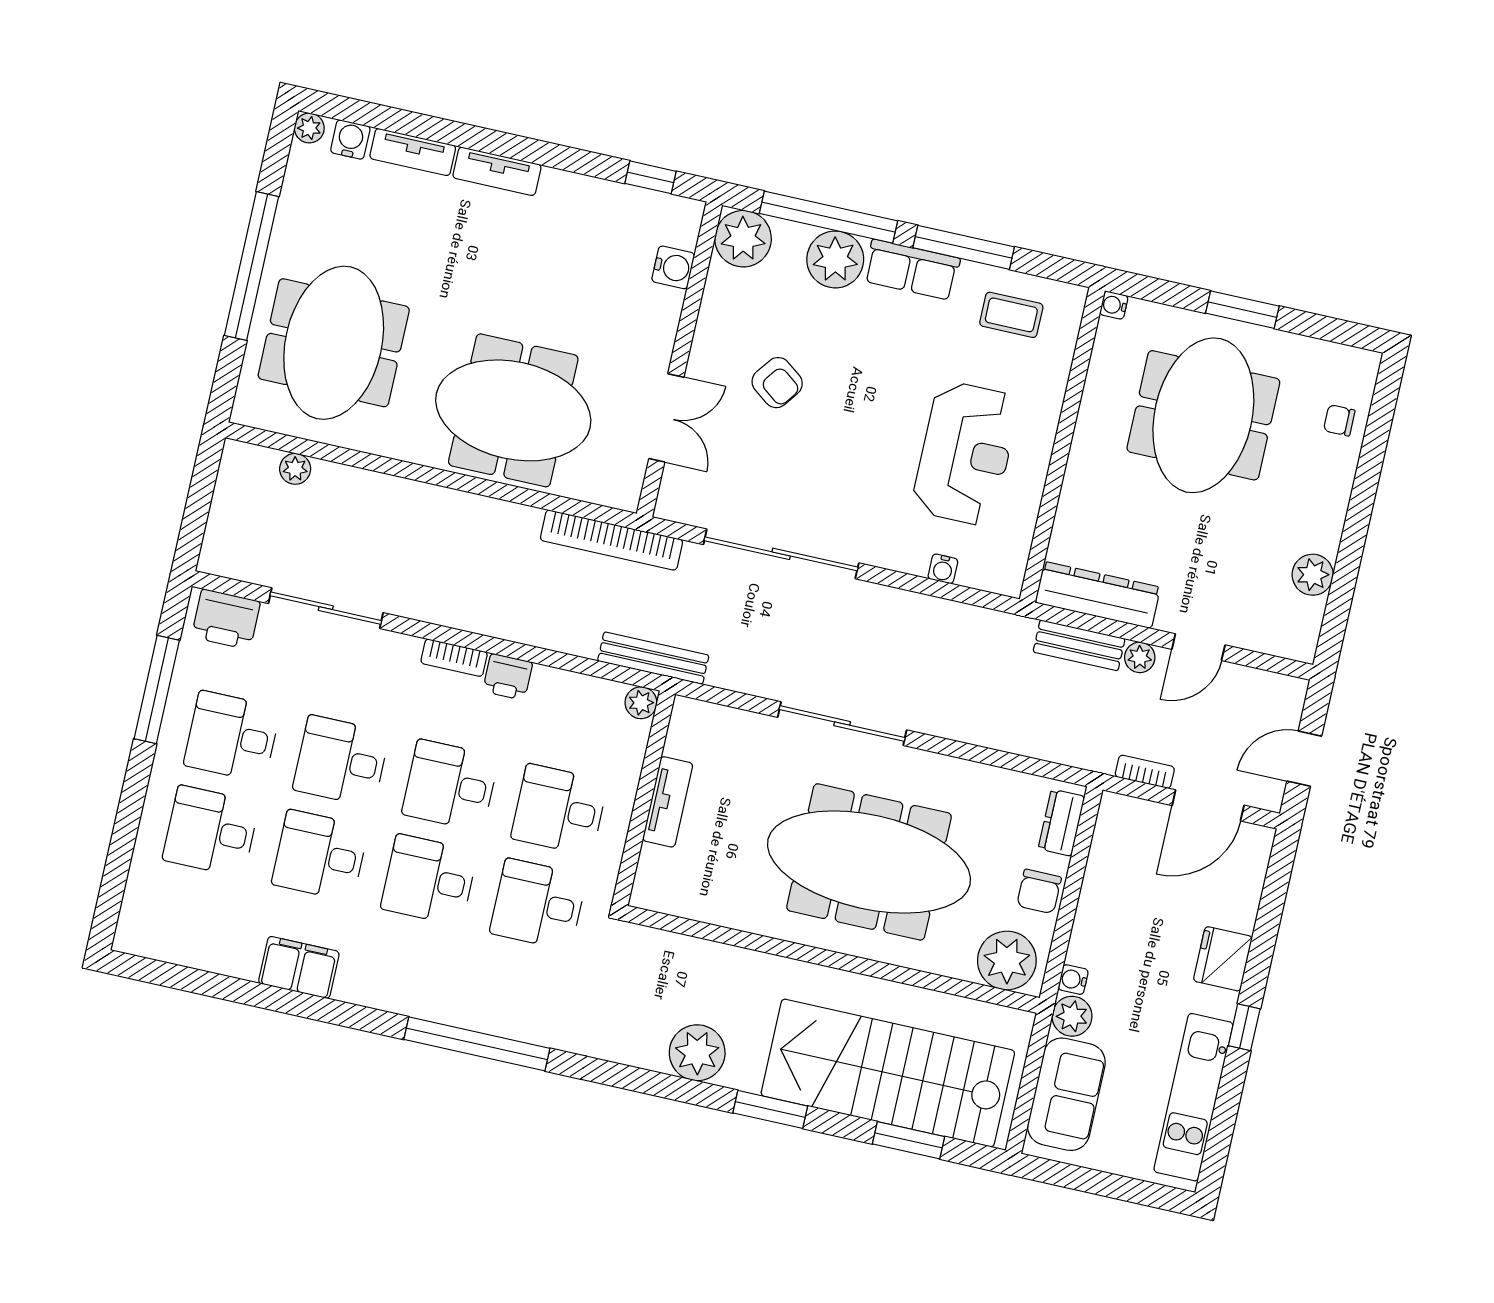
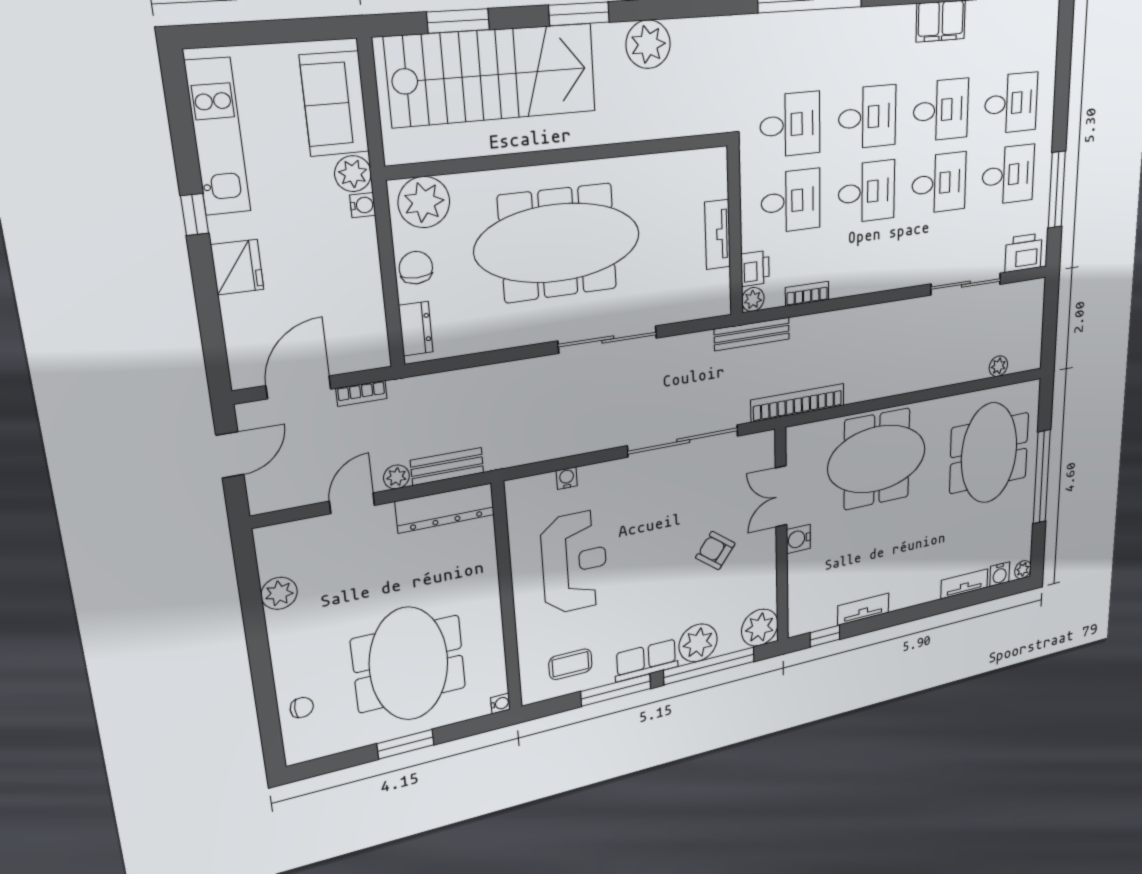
tv unit: (497, 171) -> (863, 609), moved
water cooler: (673, 267) -> (798, 539), moved
reception desk: (966, 453) -> (574, 562), turned 180
bookcase: (454, 658) -> (807, 294), moved
printer: (508, 677) -> (755, 268), moved, turned 90

